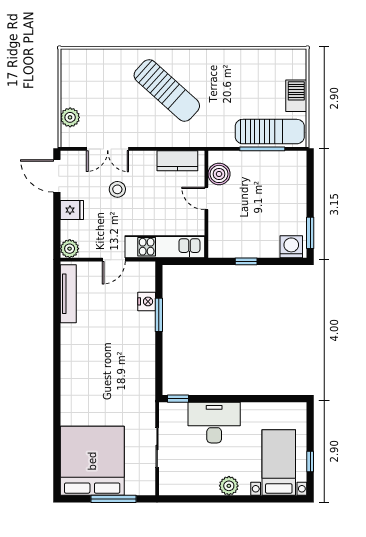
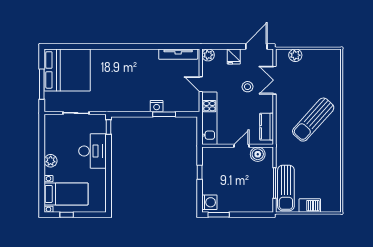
nightstand: (147, 301) -> (157, 106), moved

